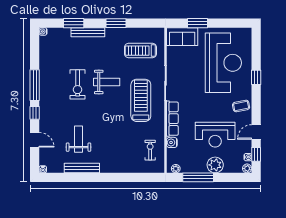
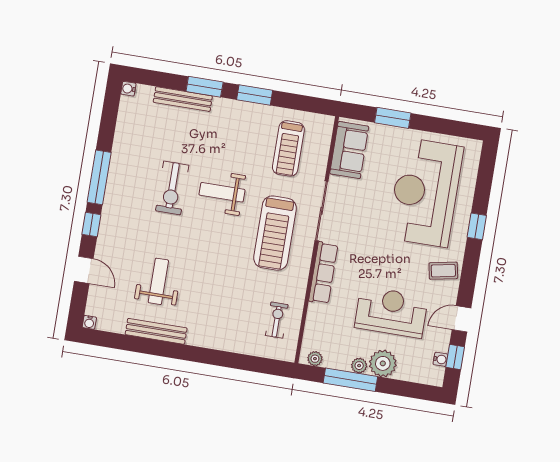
window: (74, 23) -> (205, 87), moved
bench: (88, 32) -> (183, 99), moved
sofa: (182, 37) -> (349, 150), moved, turned -90
treadmill: (141, 51) -> (288, 148), turned -90
reception desk: (223, 63) -> (425, 192), turned 180
weight bench: (107, 82) -> (222, 192), turned 180
treadmill: (141, 100) -> (275, 233), turned 180
reception desk: (215, 135) -> (391, 312), turned 180
water cooler: (172, 142) -> (316, 313), removed
plant: (247, 168) -> (359, 366), moved

